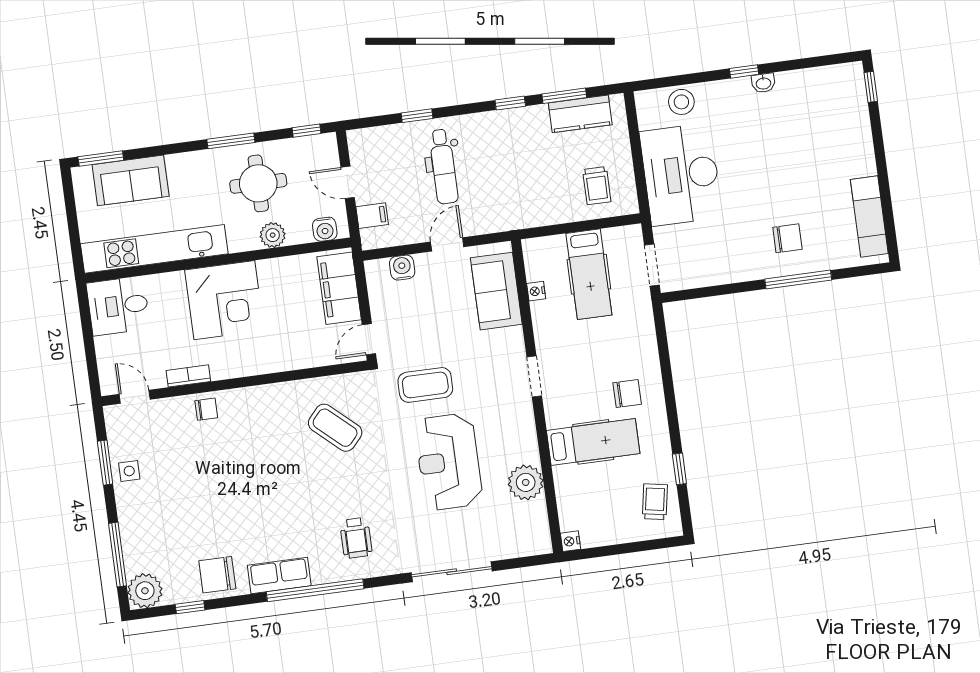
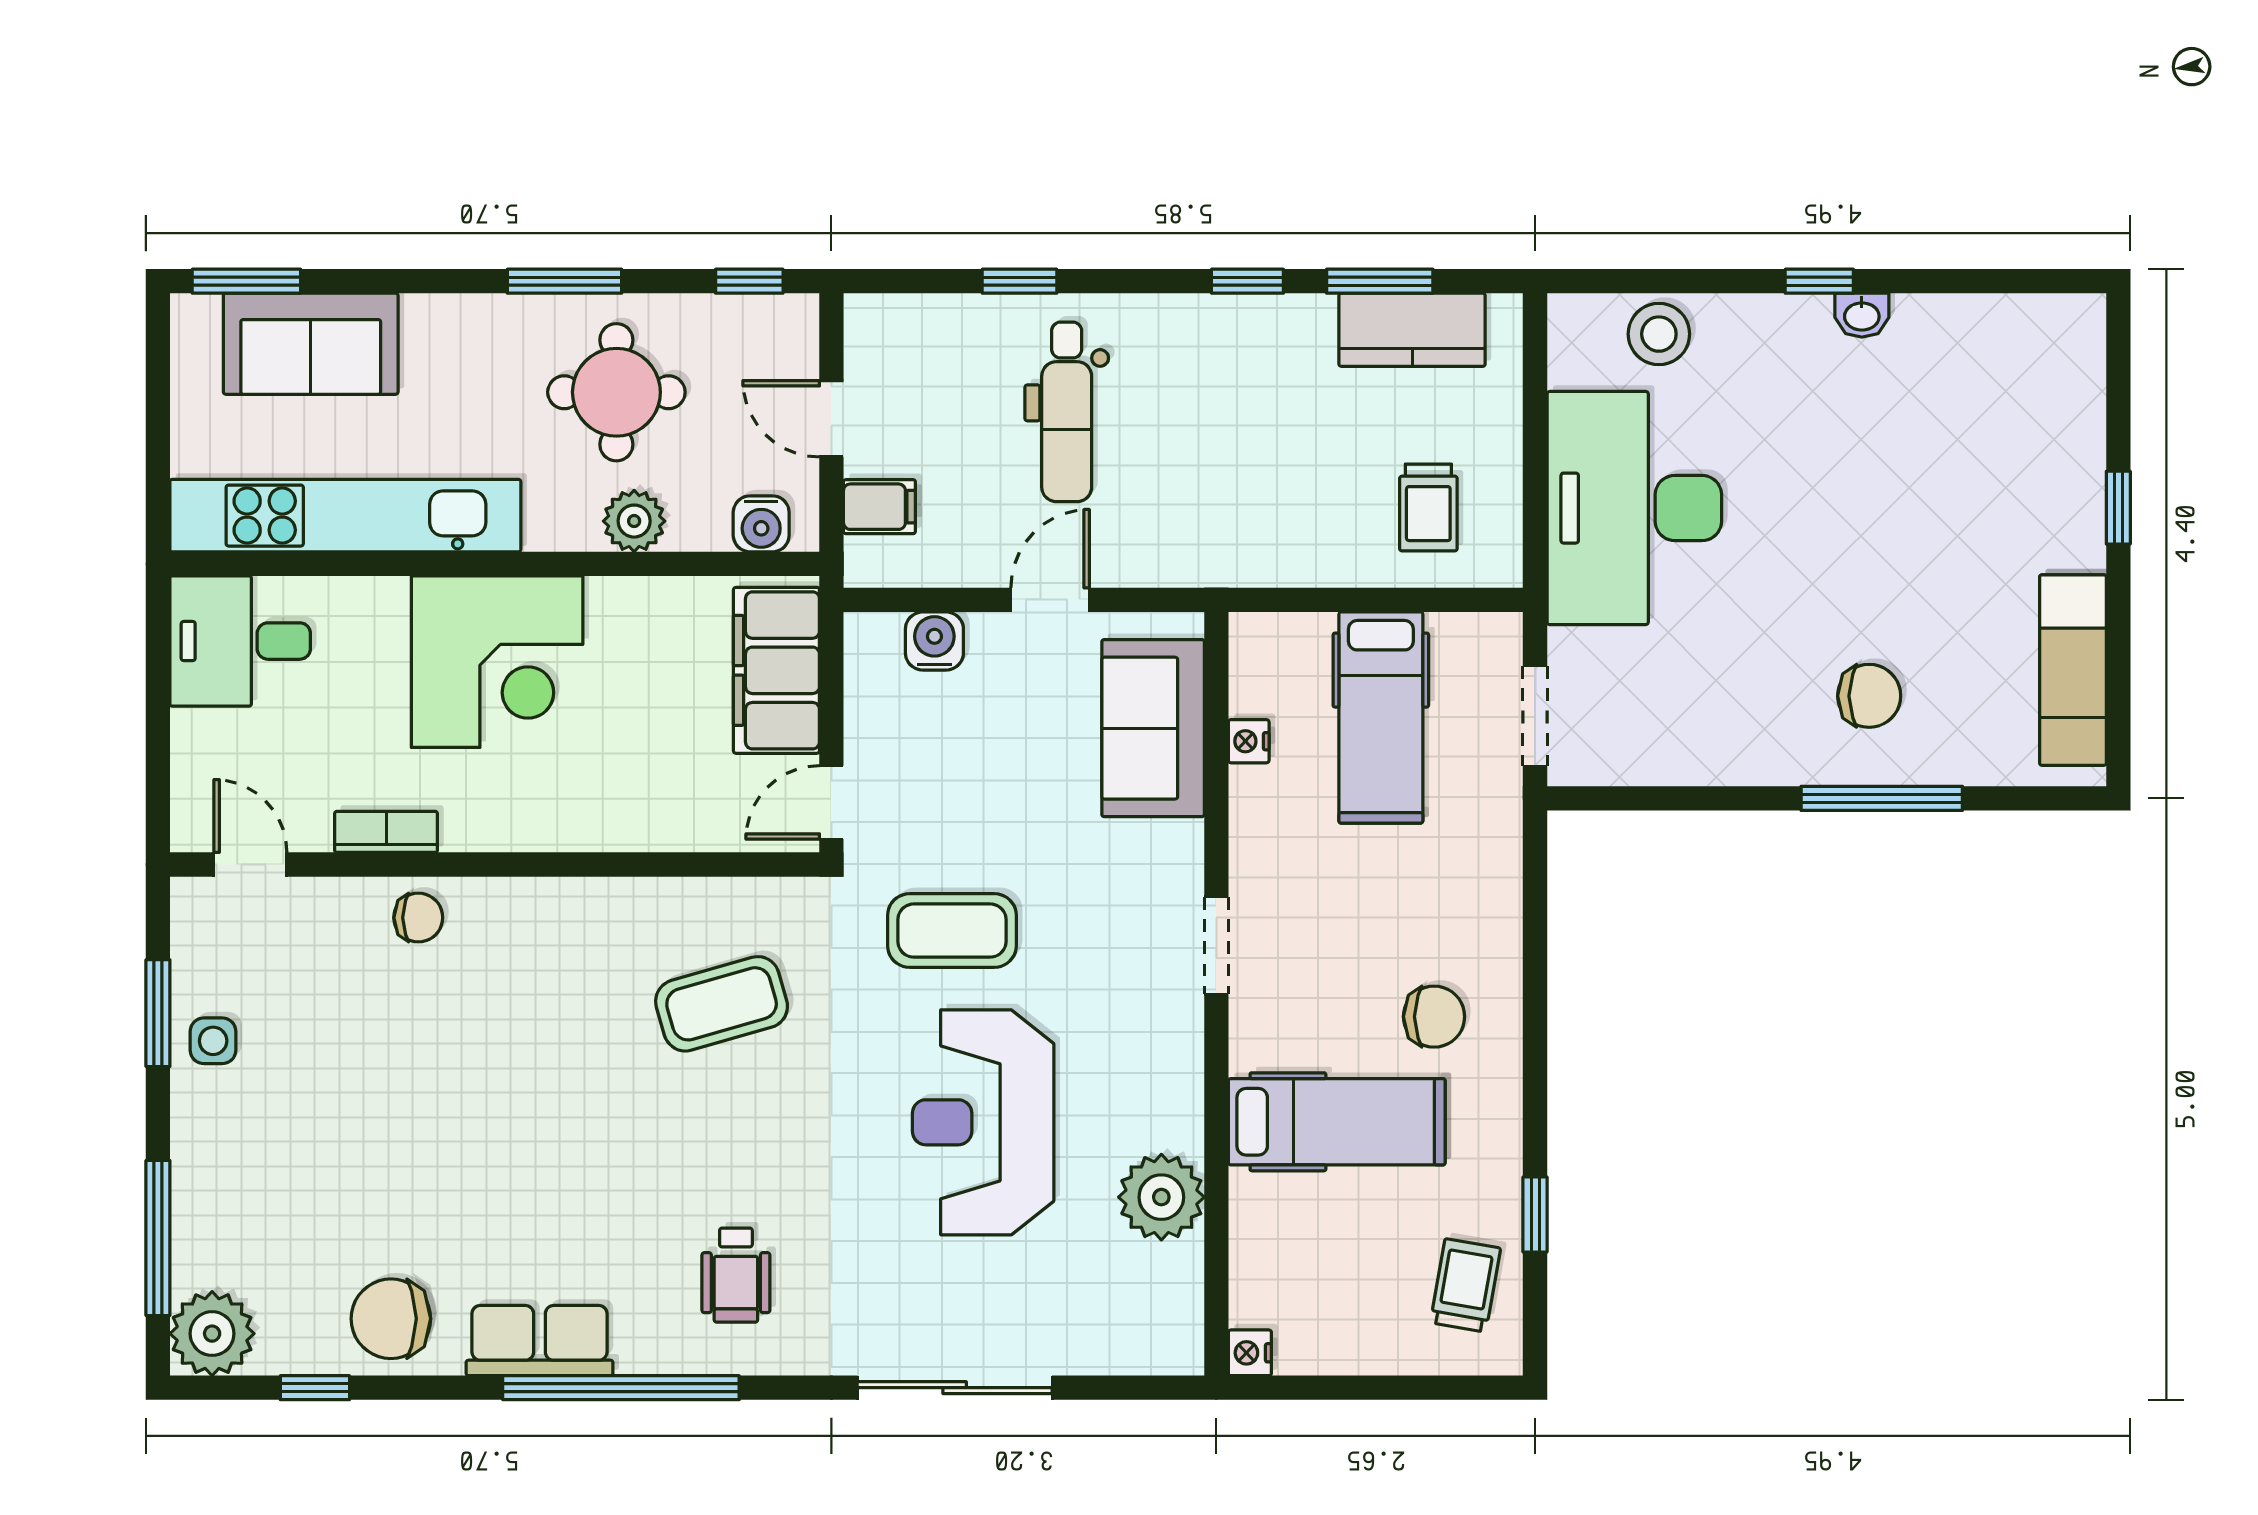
window: (871, 87) -> (2118, 508), moved
coffee table: (335, 428) -> (722, 1004), turned -58

